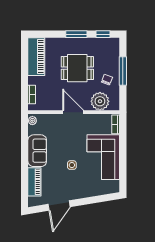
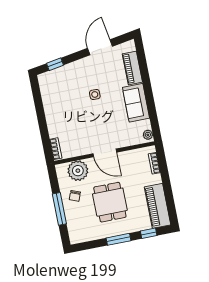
window: (103, 34) -> (149, 233), moved
dining table: (77, 68) -> (110, 202), turned 90
corner sofa: (103, 157) -> (62, 110), removed
window: (101, 199) -> (55, 64), added

